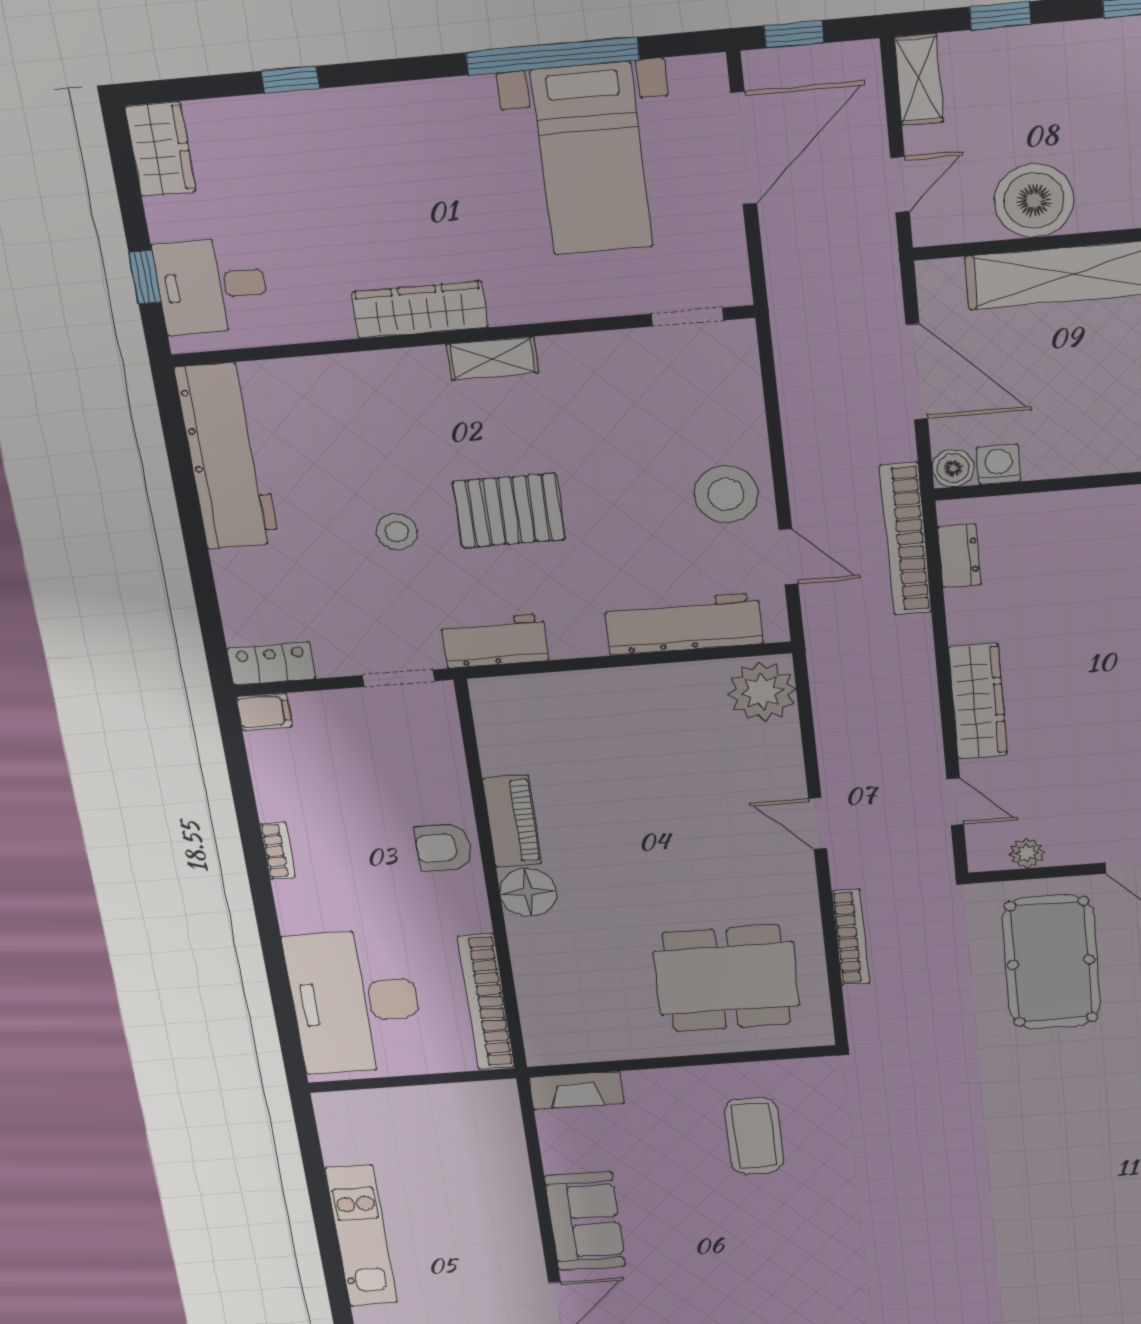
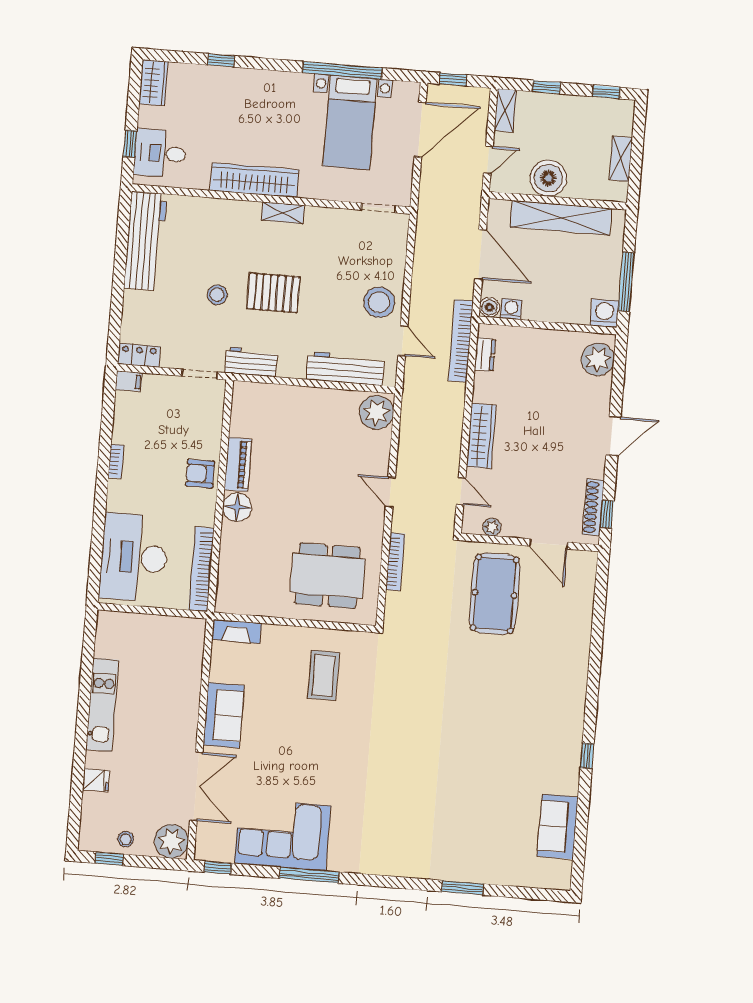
wardrobe: (420, 310) -> (254, 180), width x1.40, depth x1.17

